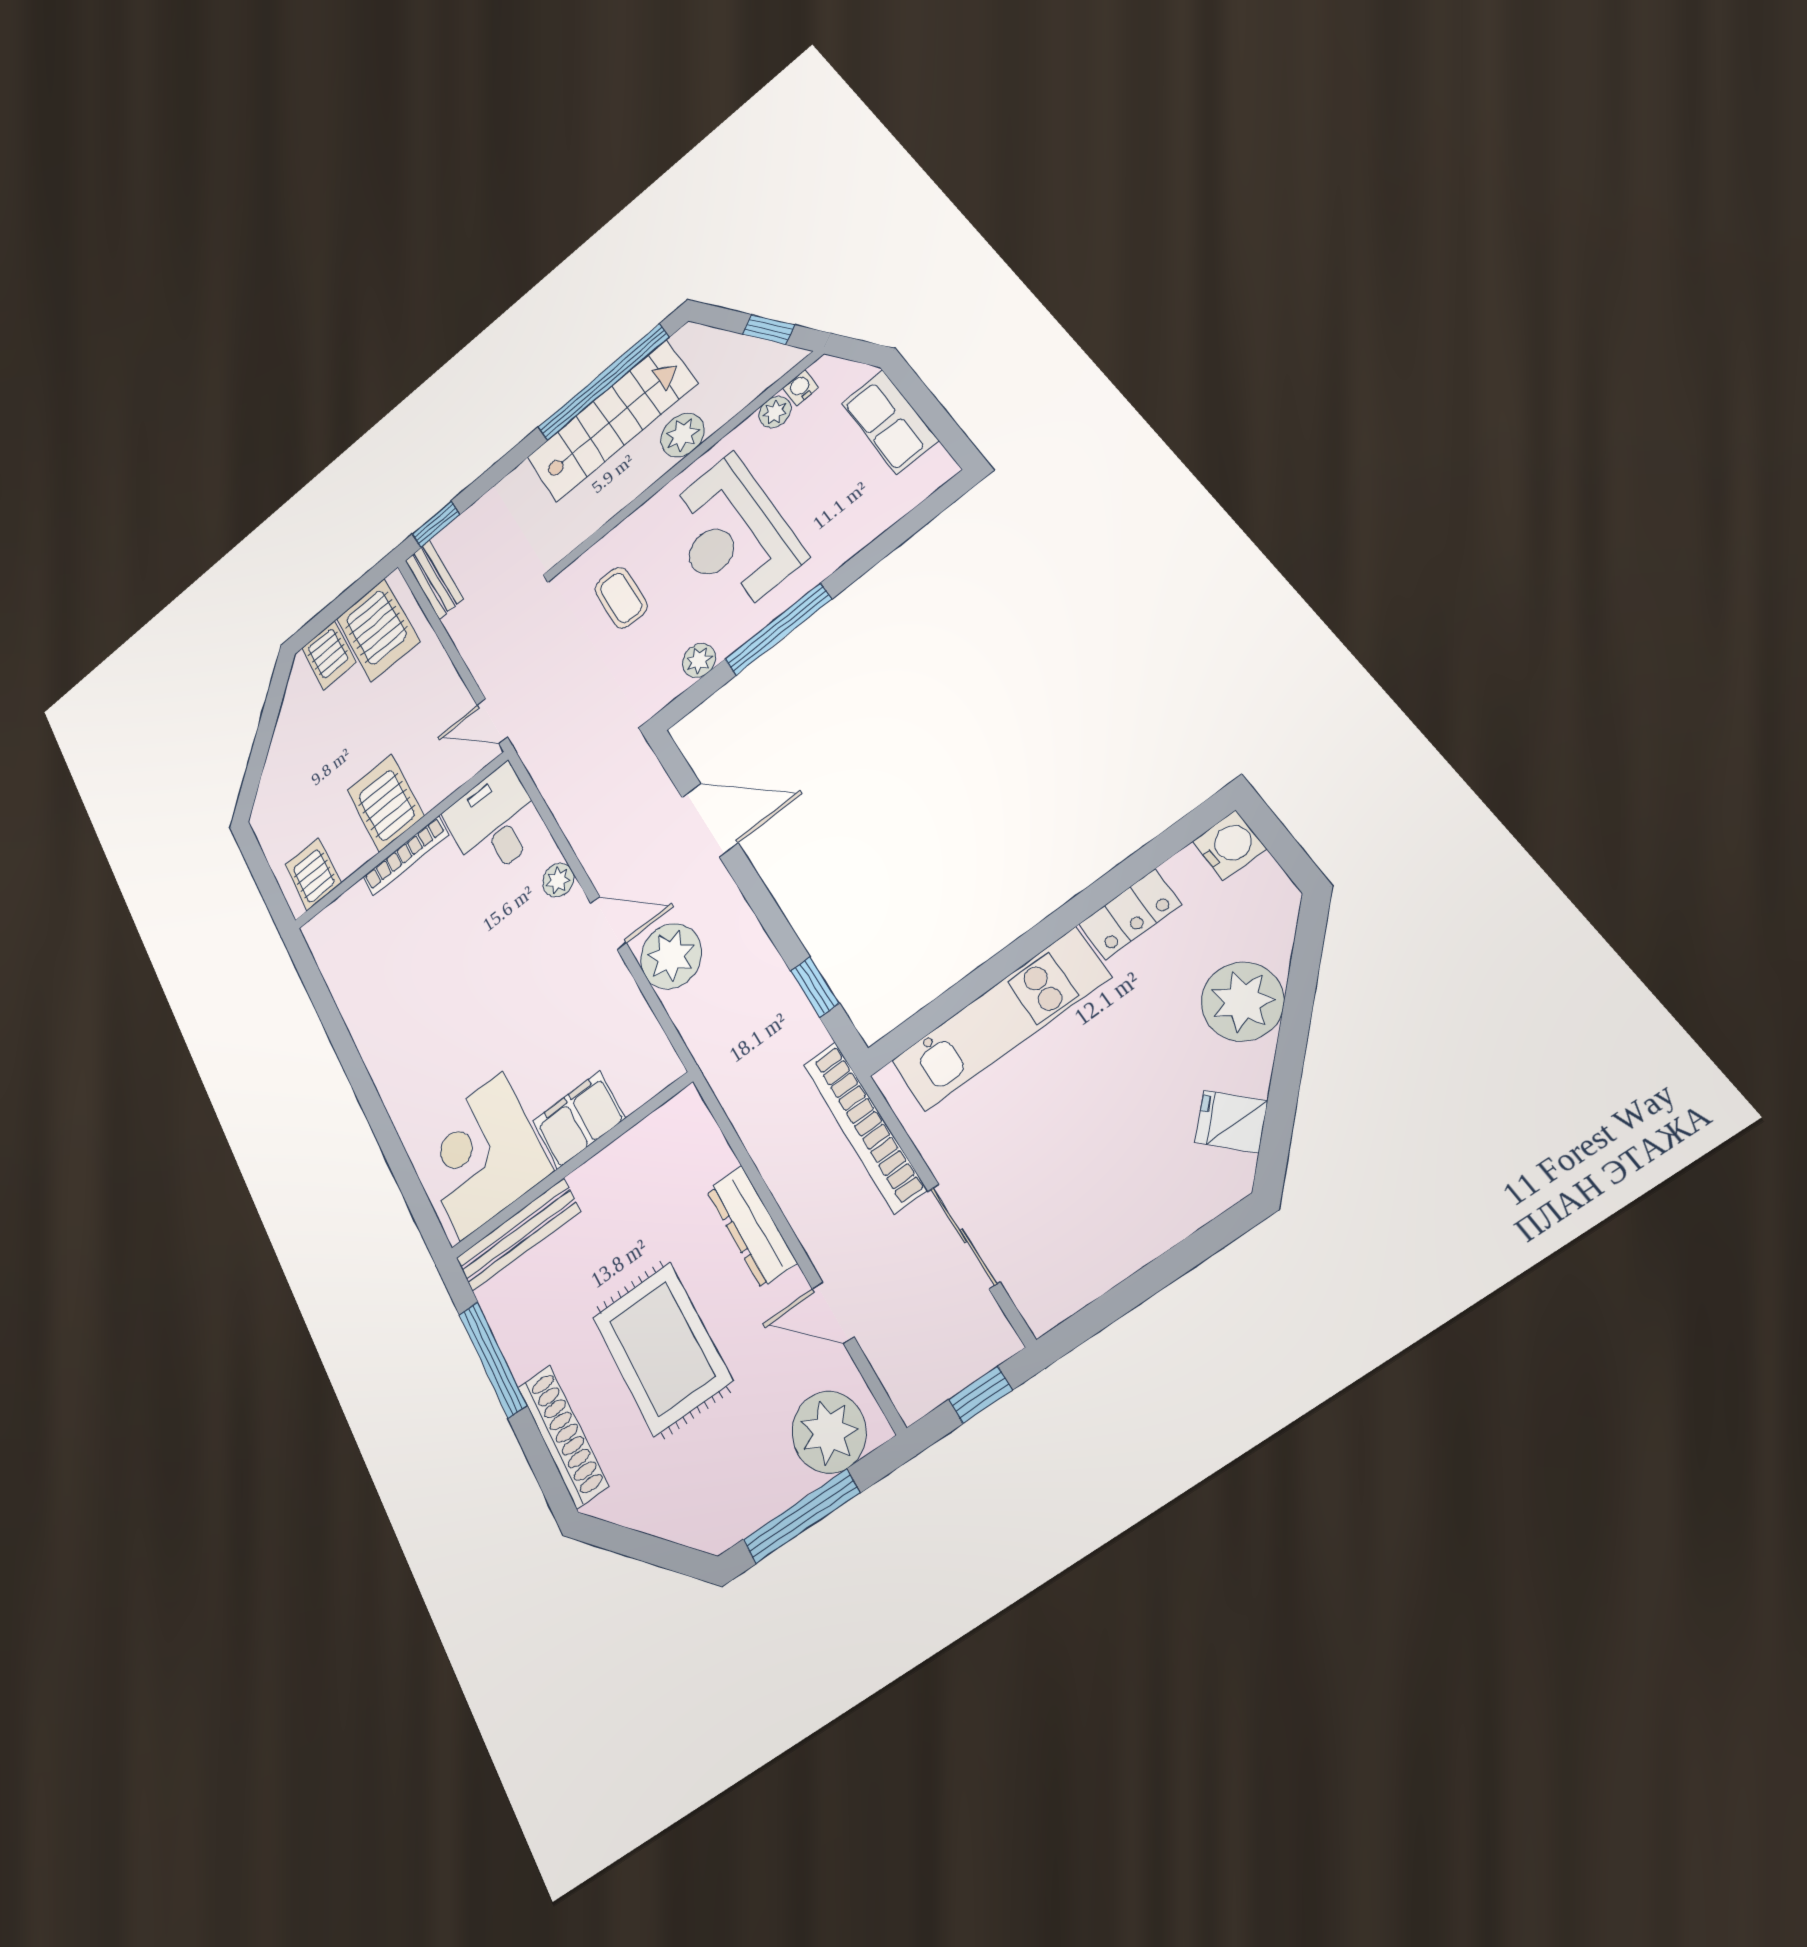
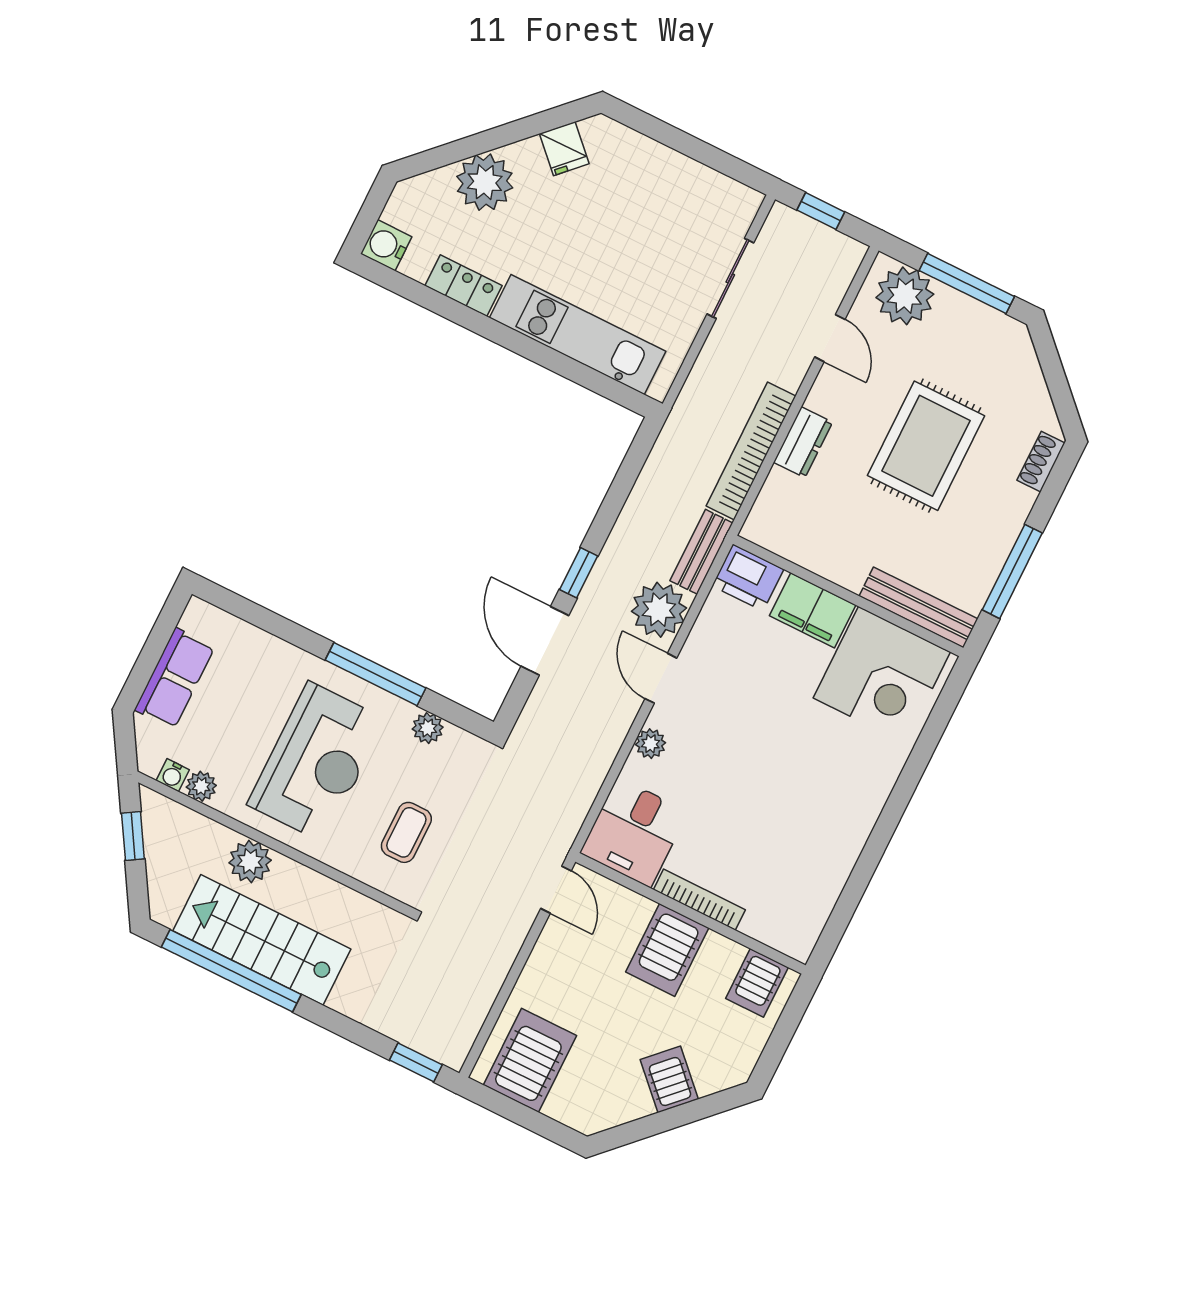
bench: (434, 579) -> (701, 552), moved
server rack: (329, 655) -> (669, 1079), moved, turned -45
window: (815, 987) -> (579, 573), moved
printer: (647, 1069) -> (748, 578), added
bookcase: (864, 1127) -> (751, 451), moved, turned 180
dresser: (751, 1226) -> (803, 442), width x0.70
shoe rack: (563, 1436) -> (1041, 462), width x0.51, depth x0.81

